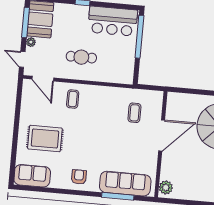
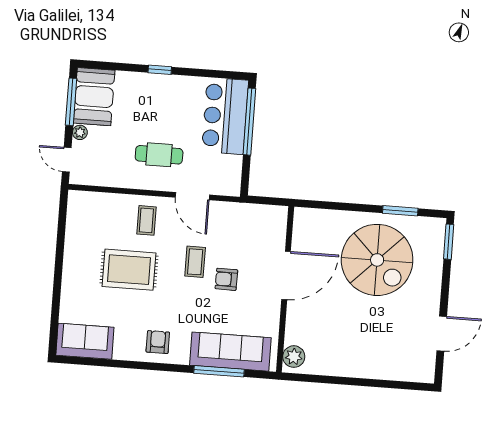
bar counter: (113, 21) -> (225, 116), moved, turned 90
door: (43, 79) -> (192, 196), moved
coffee table: (134, 113) -> (195, 262), moved
armchair: (123, 137) -> (226, 279), added
rug: (45, 139) -> (129, 270), moved

